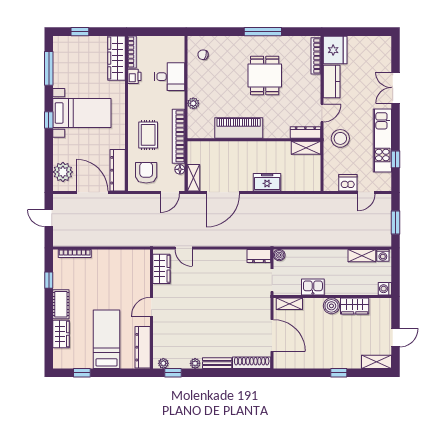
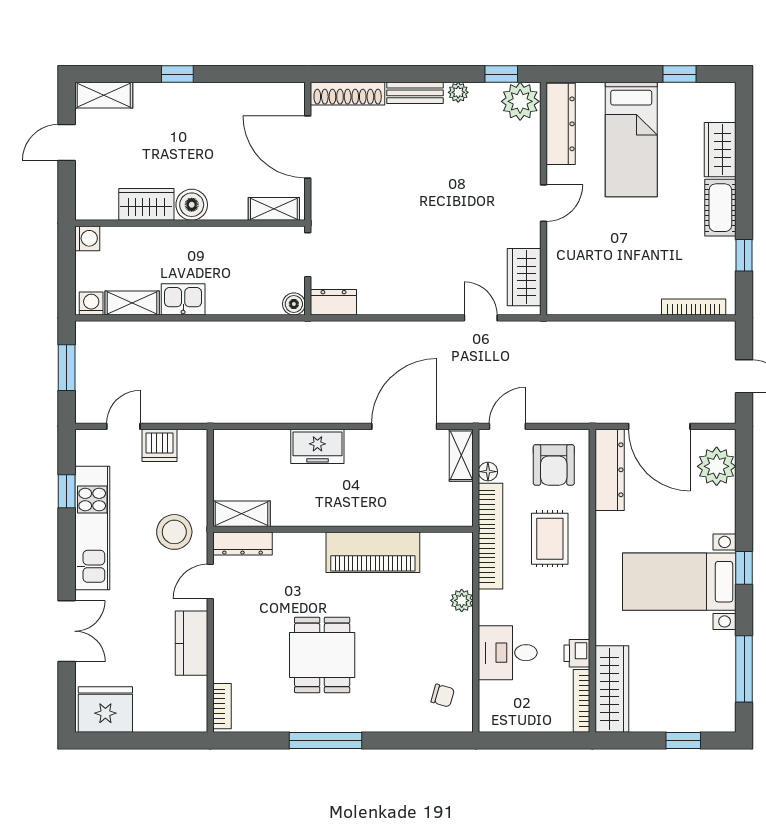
fridge: (335, 50) -> (105, 710), moved, turned 90
bookcase: (316, 56) -> (222, 706), width x0.64
kitchen sink: (313, 287) -> (183, 299), moved, turned 180
plant: (163, 363) -> (520, 101), width x1.87, depth x1.87

